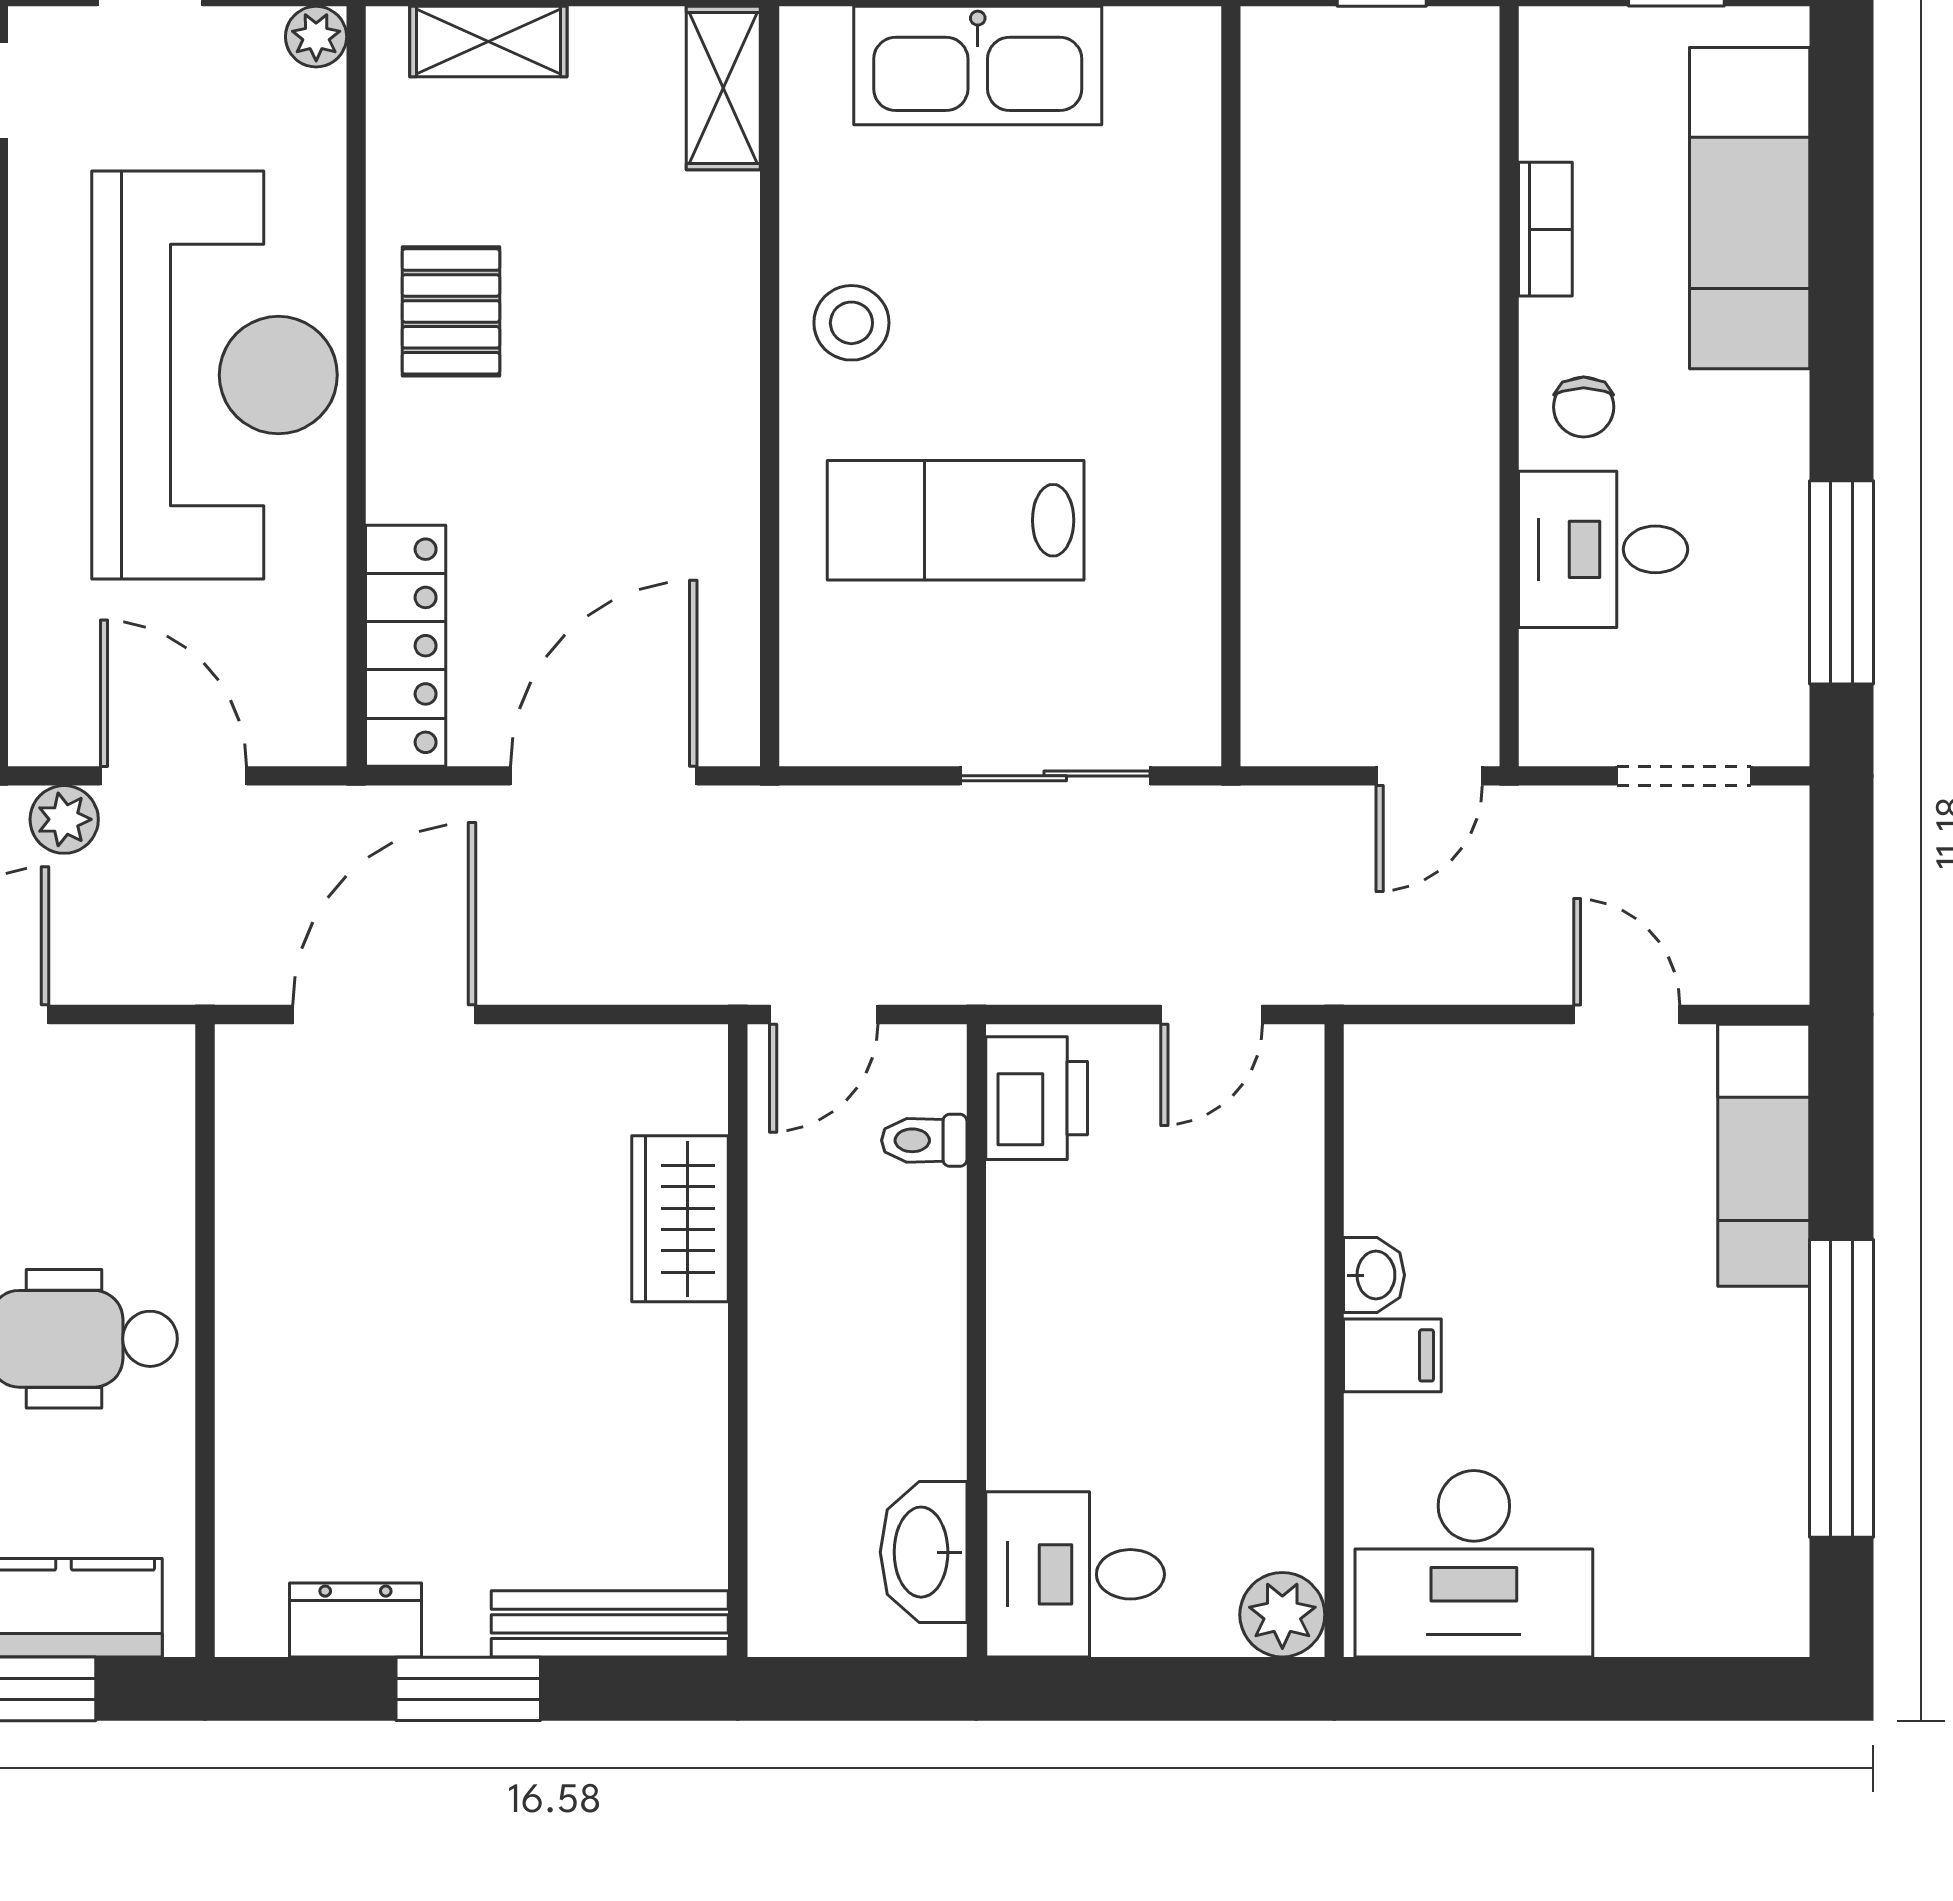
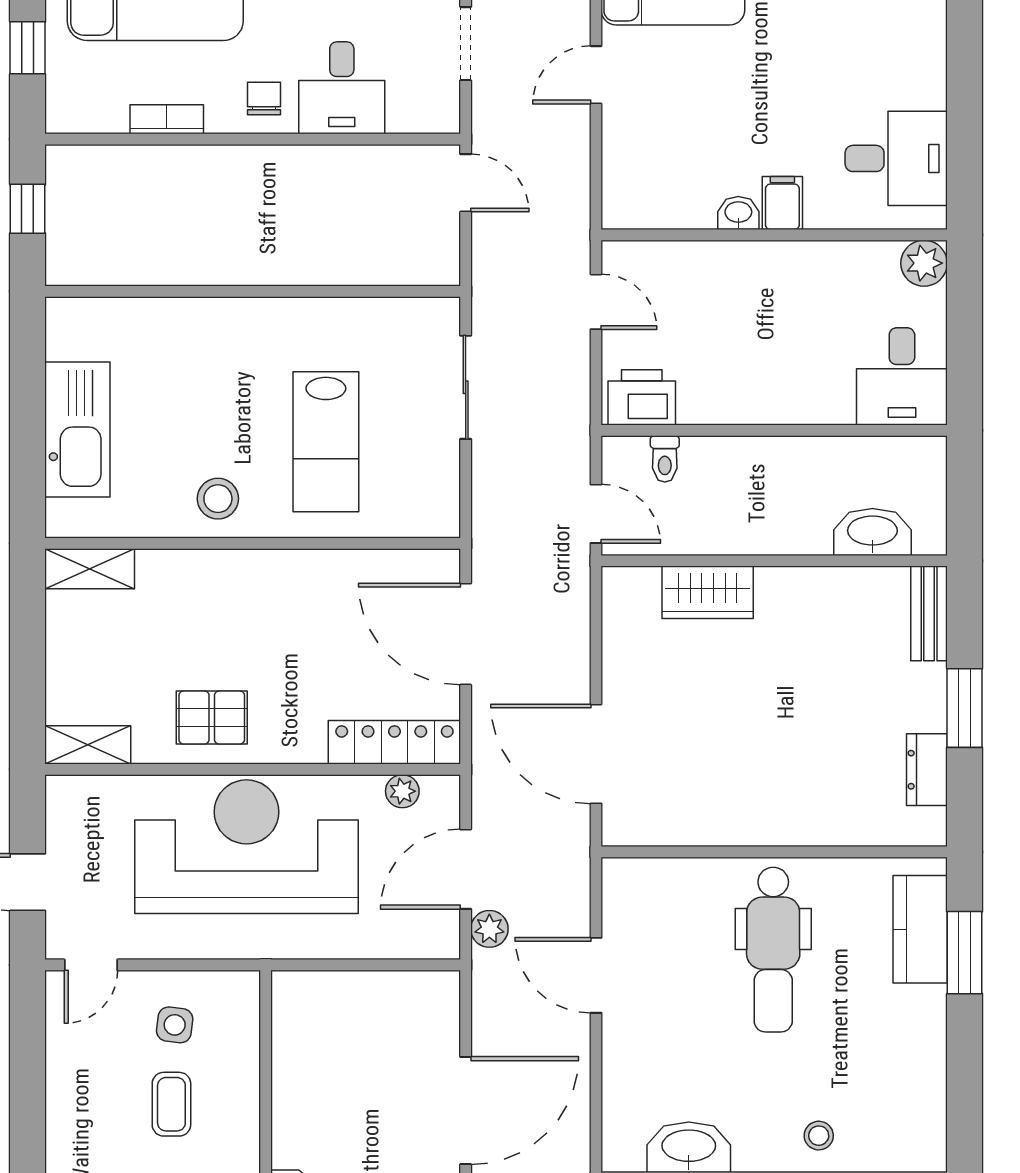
plant: (316, 37) -> (402, 791), moved
shelving: (488, 42) -> (88, 745), moved, turned 90
chair: (1584, 407) -> (264, 98), turned -90
washbasin: (924, 1552) -> (872, 532), moved, turned 180
desk: (1474, 1564) -> (896, 158), width x0.73
bench: (610, 1624) -> (929, 613), width x0.73

